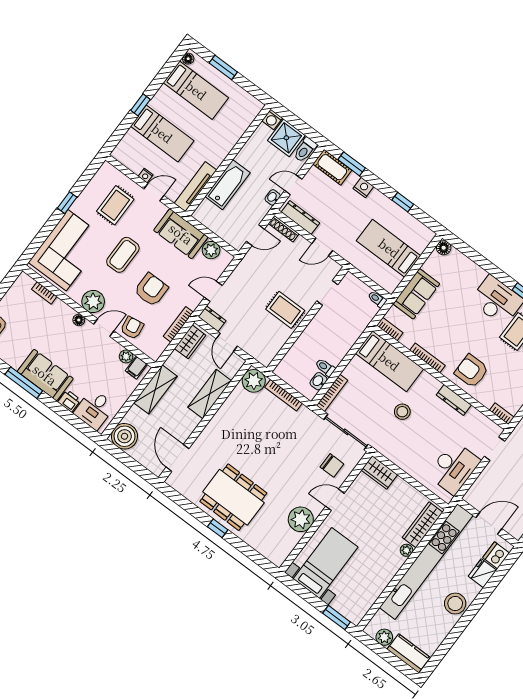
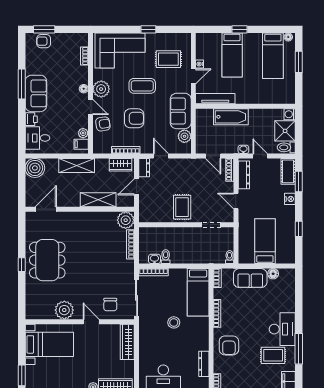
door: (154, 192) -> (193, 76), hinge flipped
floor lamp: (444, 248) -> (273, 274), moved
armchair: (471, 371) -> (229, 345), turned 180
dresser: (454, 400) -> (204, 364), moved
wardrobe: (379, 472) -> (127, 342), width x1.50

